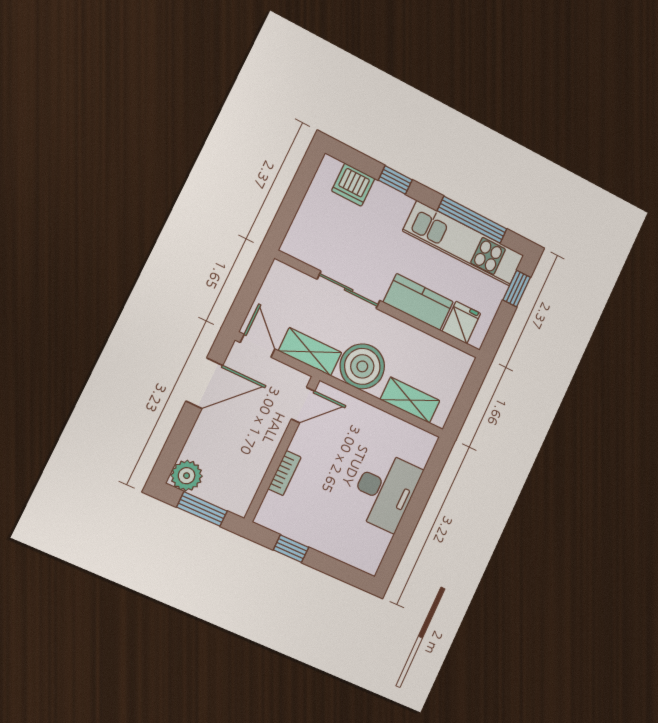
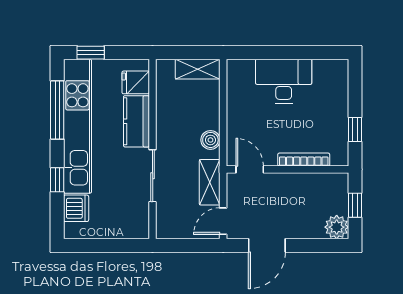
kitchen unit: (463, 243) -> (77, 126), width x1.36
boiler: (362, 366) -> (210, 140), width x0.54, depth x0.54
door: (204, 383) -> (267, 245), swing flipped
shelving: (410, 400) -> (198, 69), moved, turned 90
bookcase: (285, 473) -> (304, 160), width x1.56
window: (202, 509) -> (355, 205), width x0.67

